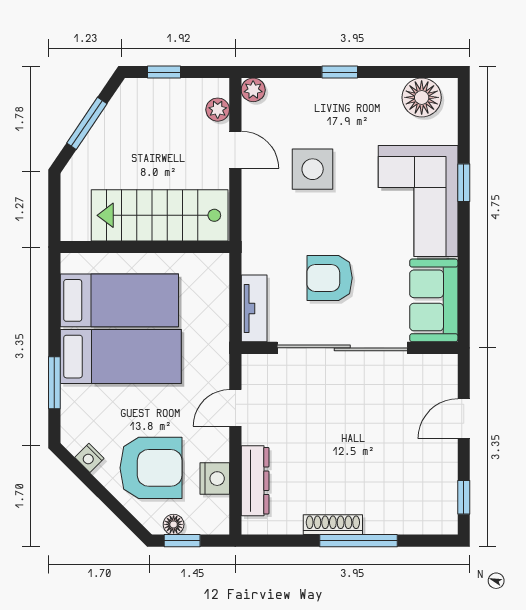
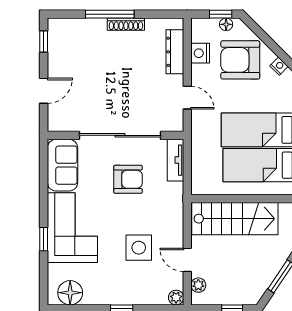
door: (235, 408) -> (187, 98), hinge flipped

